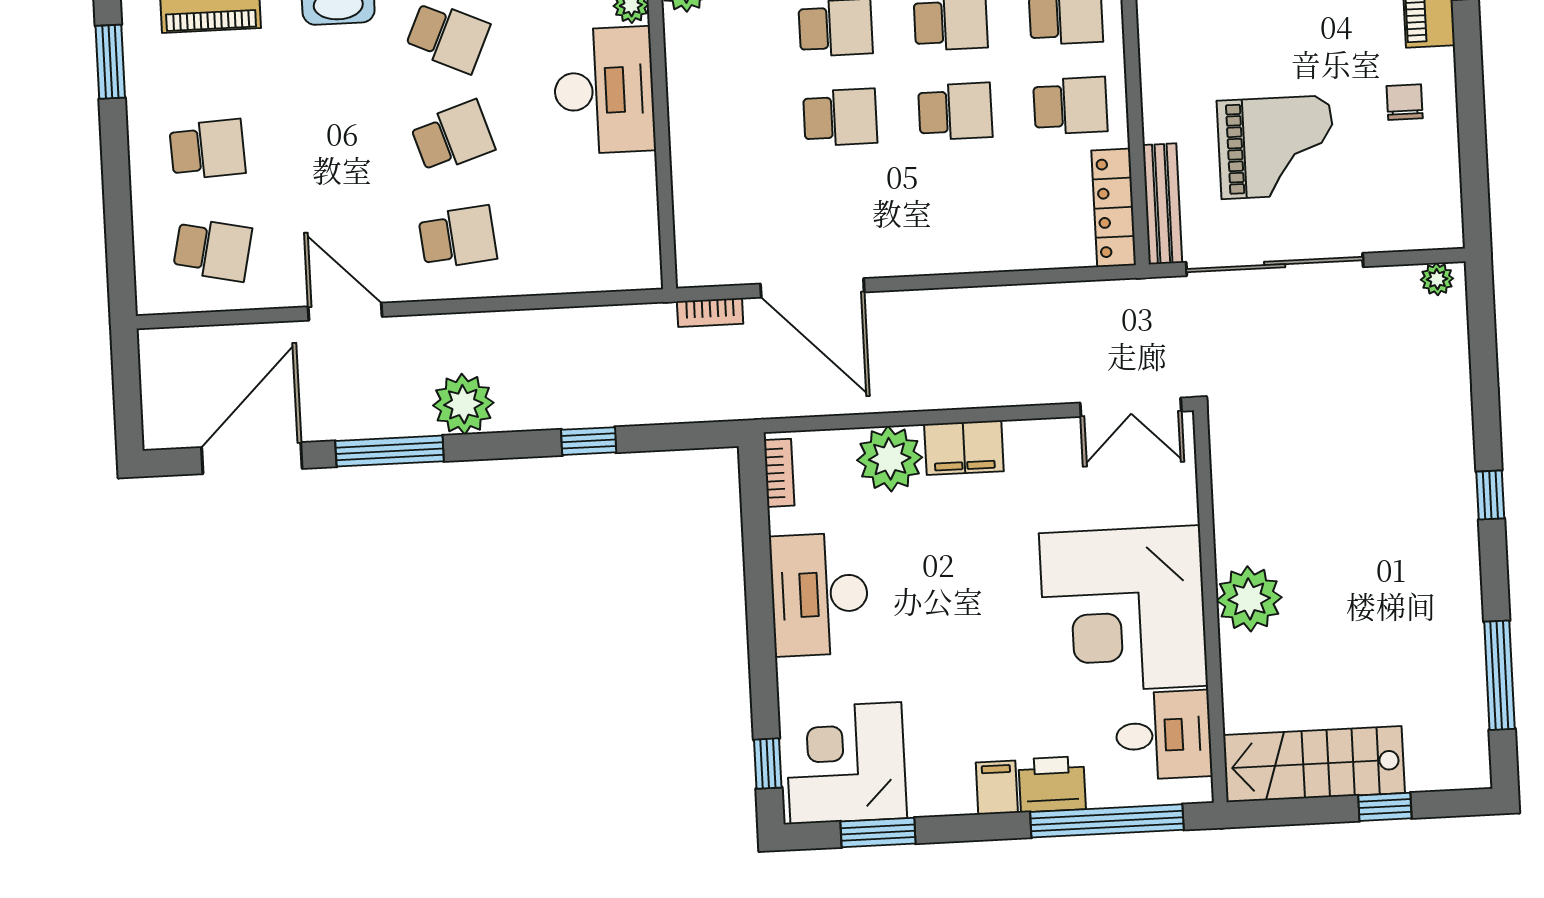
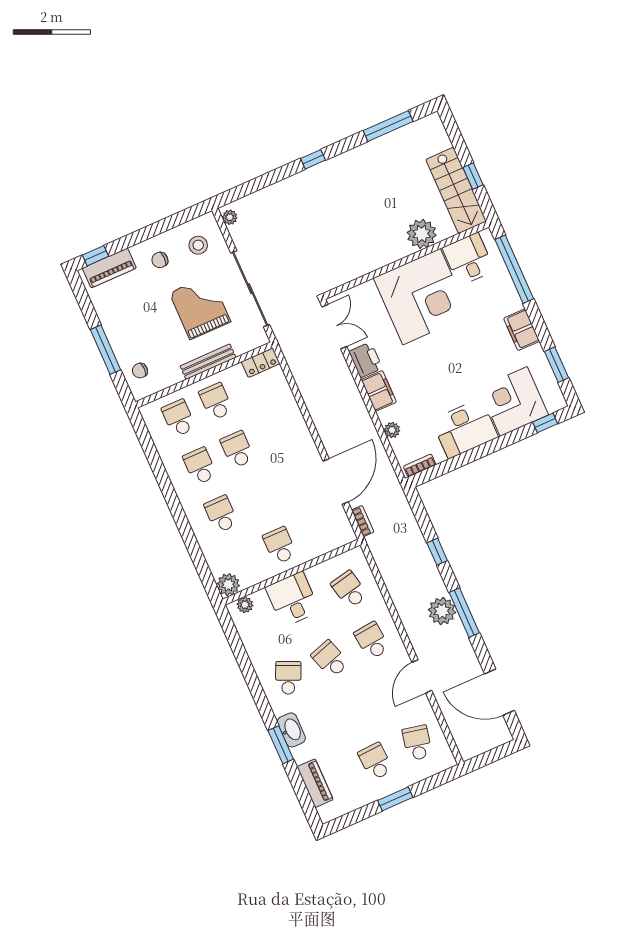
window: (110, 62) -> (395, 799), moved
desk: (604, 90) -> (293, 599), width x0.73
school desk: (840, 117) -> (280, 546), moved
stool: (1405, 192) -> (198, 245), added
bench: (1162, 204) -> (208, 362), moved
locker: (1114, 208) -> (261, 363), width x0.66
school desk: (580, 231) -> (349, 590), added
window: (390, 451) -> (464, 613), moved
plant: (890, 459) -> (392, 430), width x0.53, depth x0.53
plant: (1249, 599) -> (422, 234), moved
corner desk: (846, 763) -> (514, 401), moved, turned 90
printer: (1052, 784) -> (366, 360), moved, turned 180
filing cabinet: (997, 788) -> (522, 330), width x2.00
window: (1385, 807) -> (473, 176), moved

